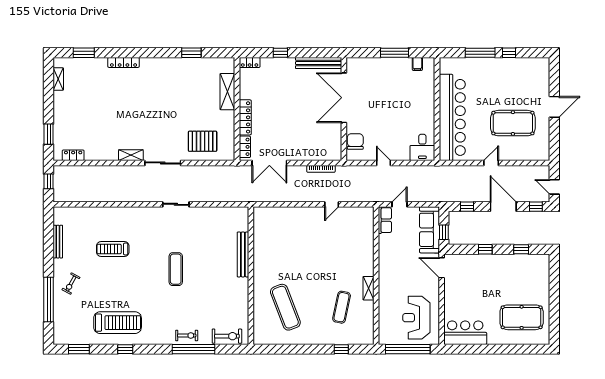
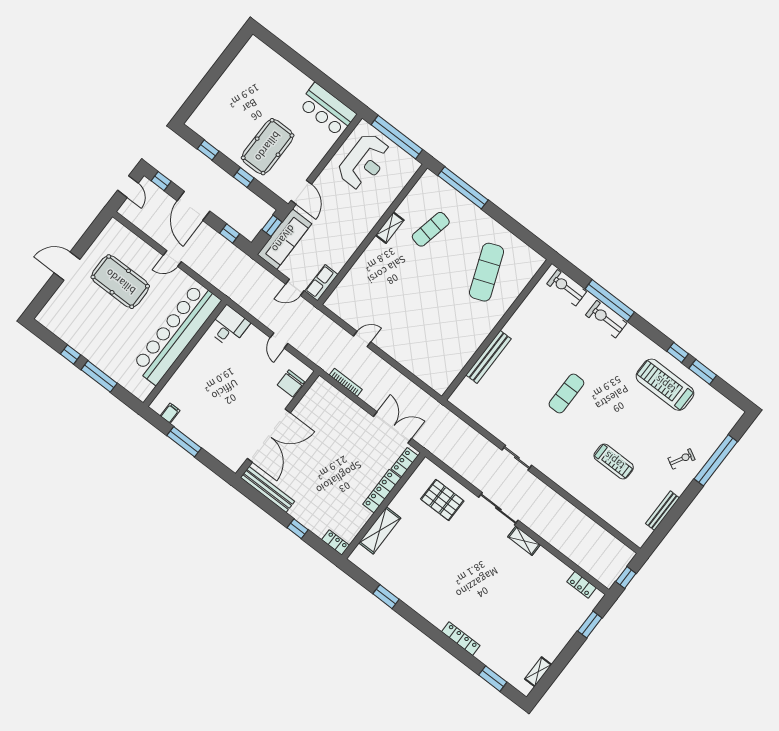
pool table: (522, 317) -> (268, 147), moved, turned 90
exercise bike: (187, 335) -> (606, 319), width x1.38, depth x1.39
window: (79, 349) -> (703, 372), moved
window: (341, 349) -> (463, 188), width x3.17

